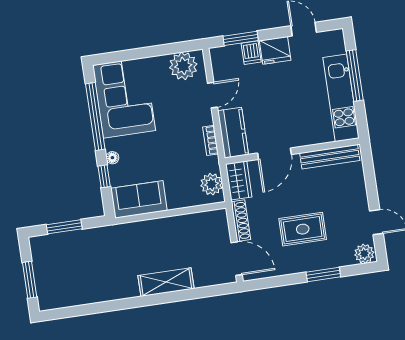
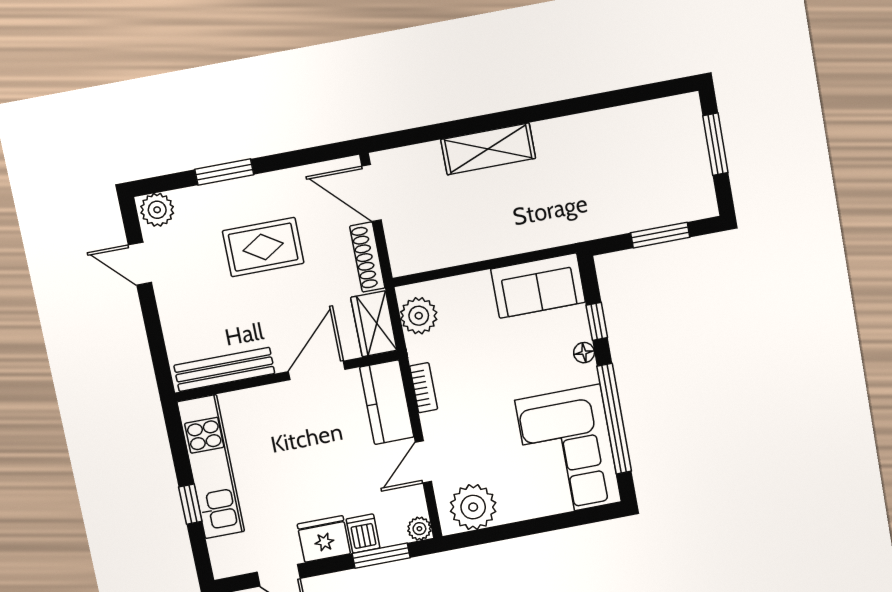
plant: (217, 54) -> (419, 529), added
window: (355, 76) -> (190, 504), width x0.46

